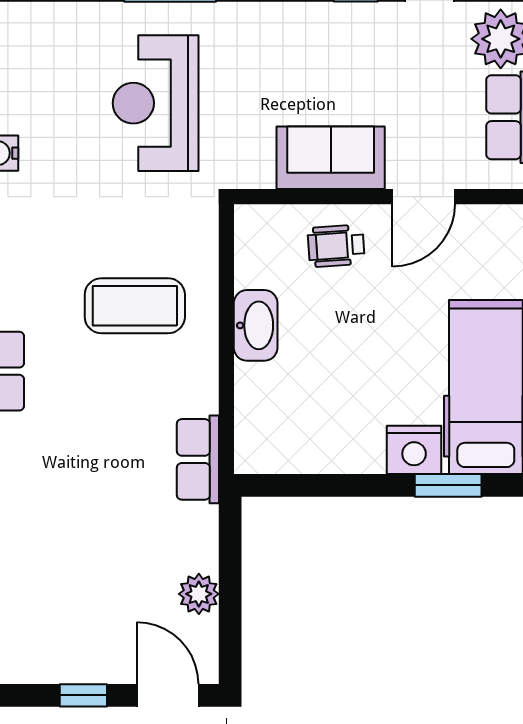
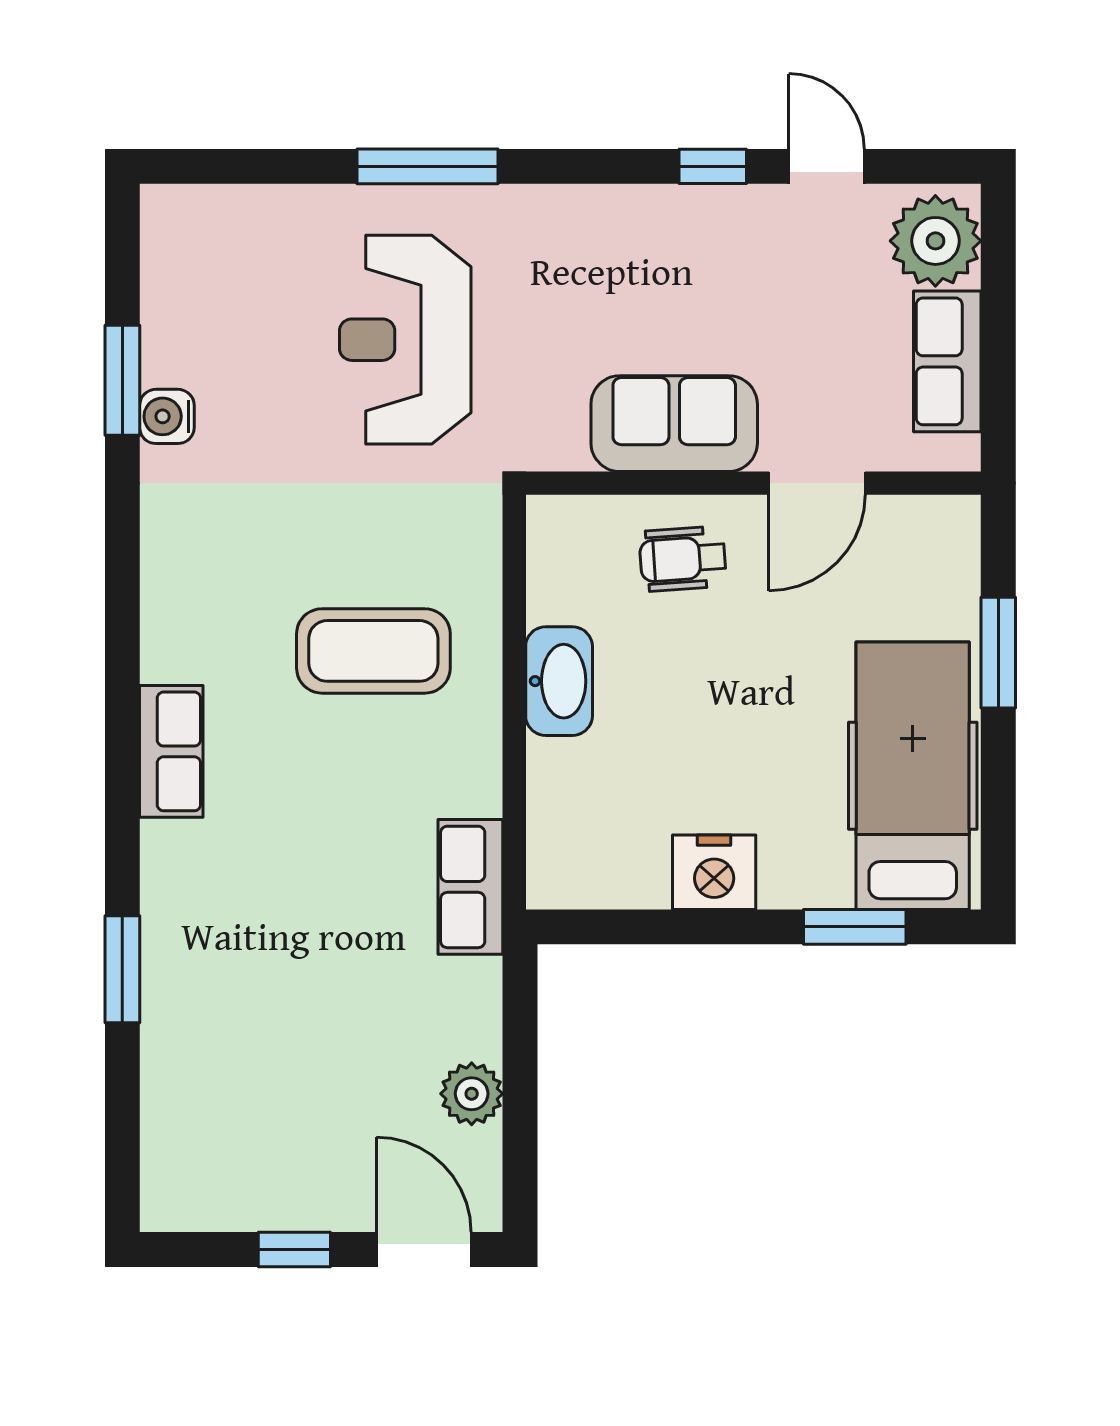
nightstand: (414, 450) -> (714, 872), moved

